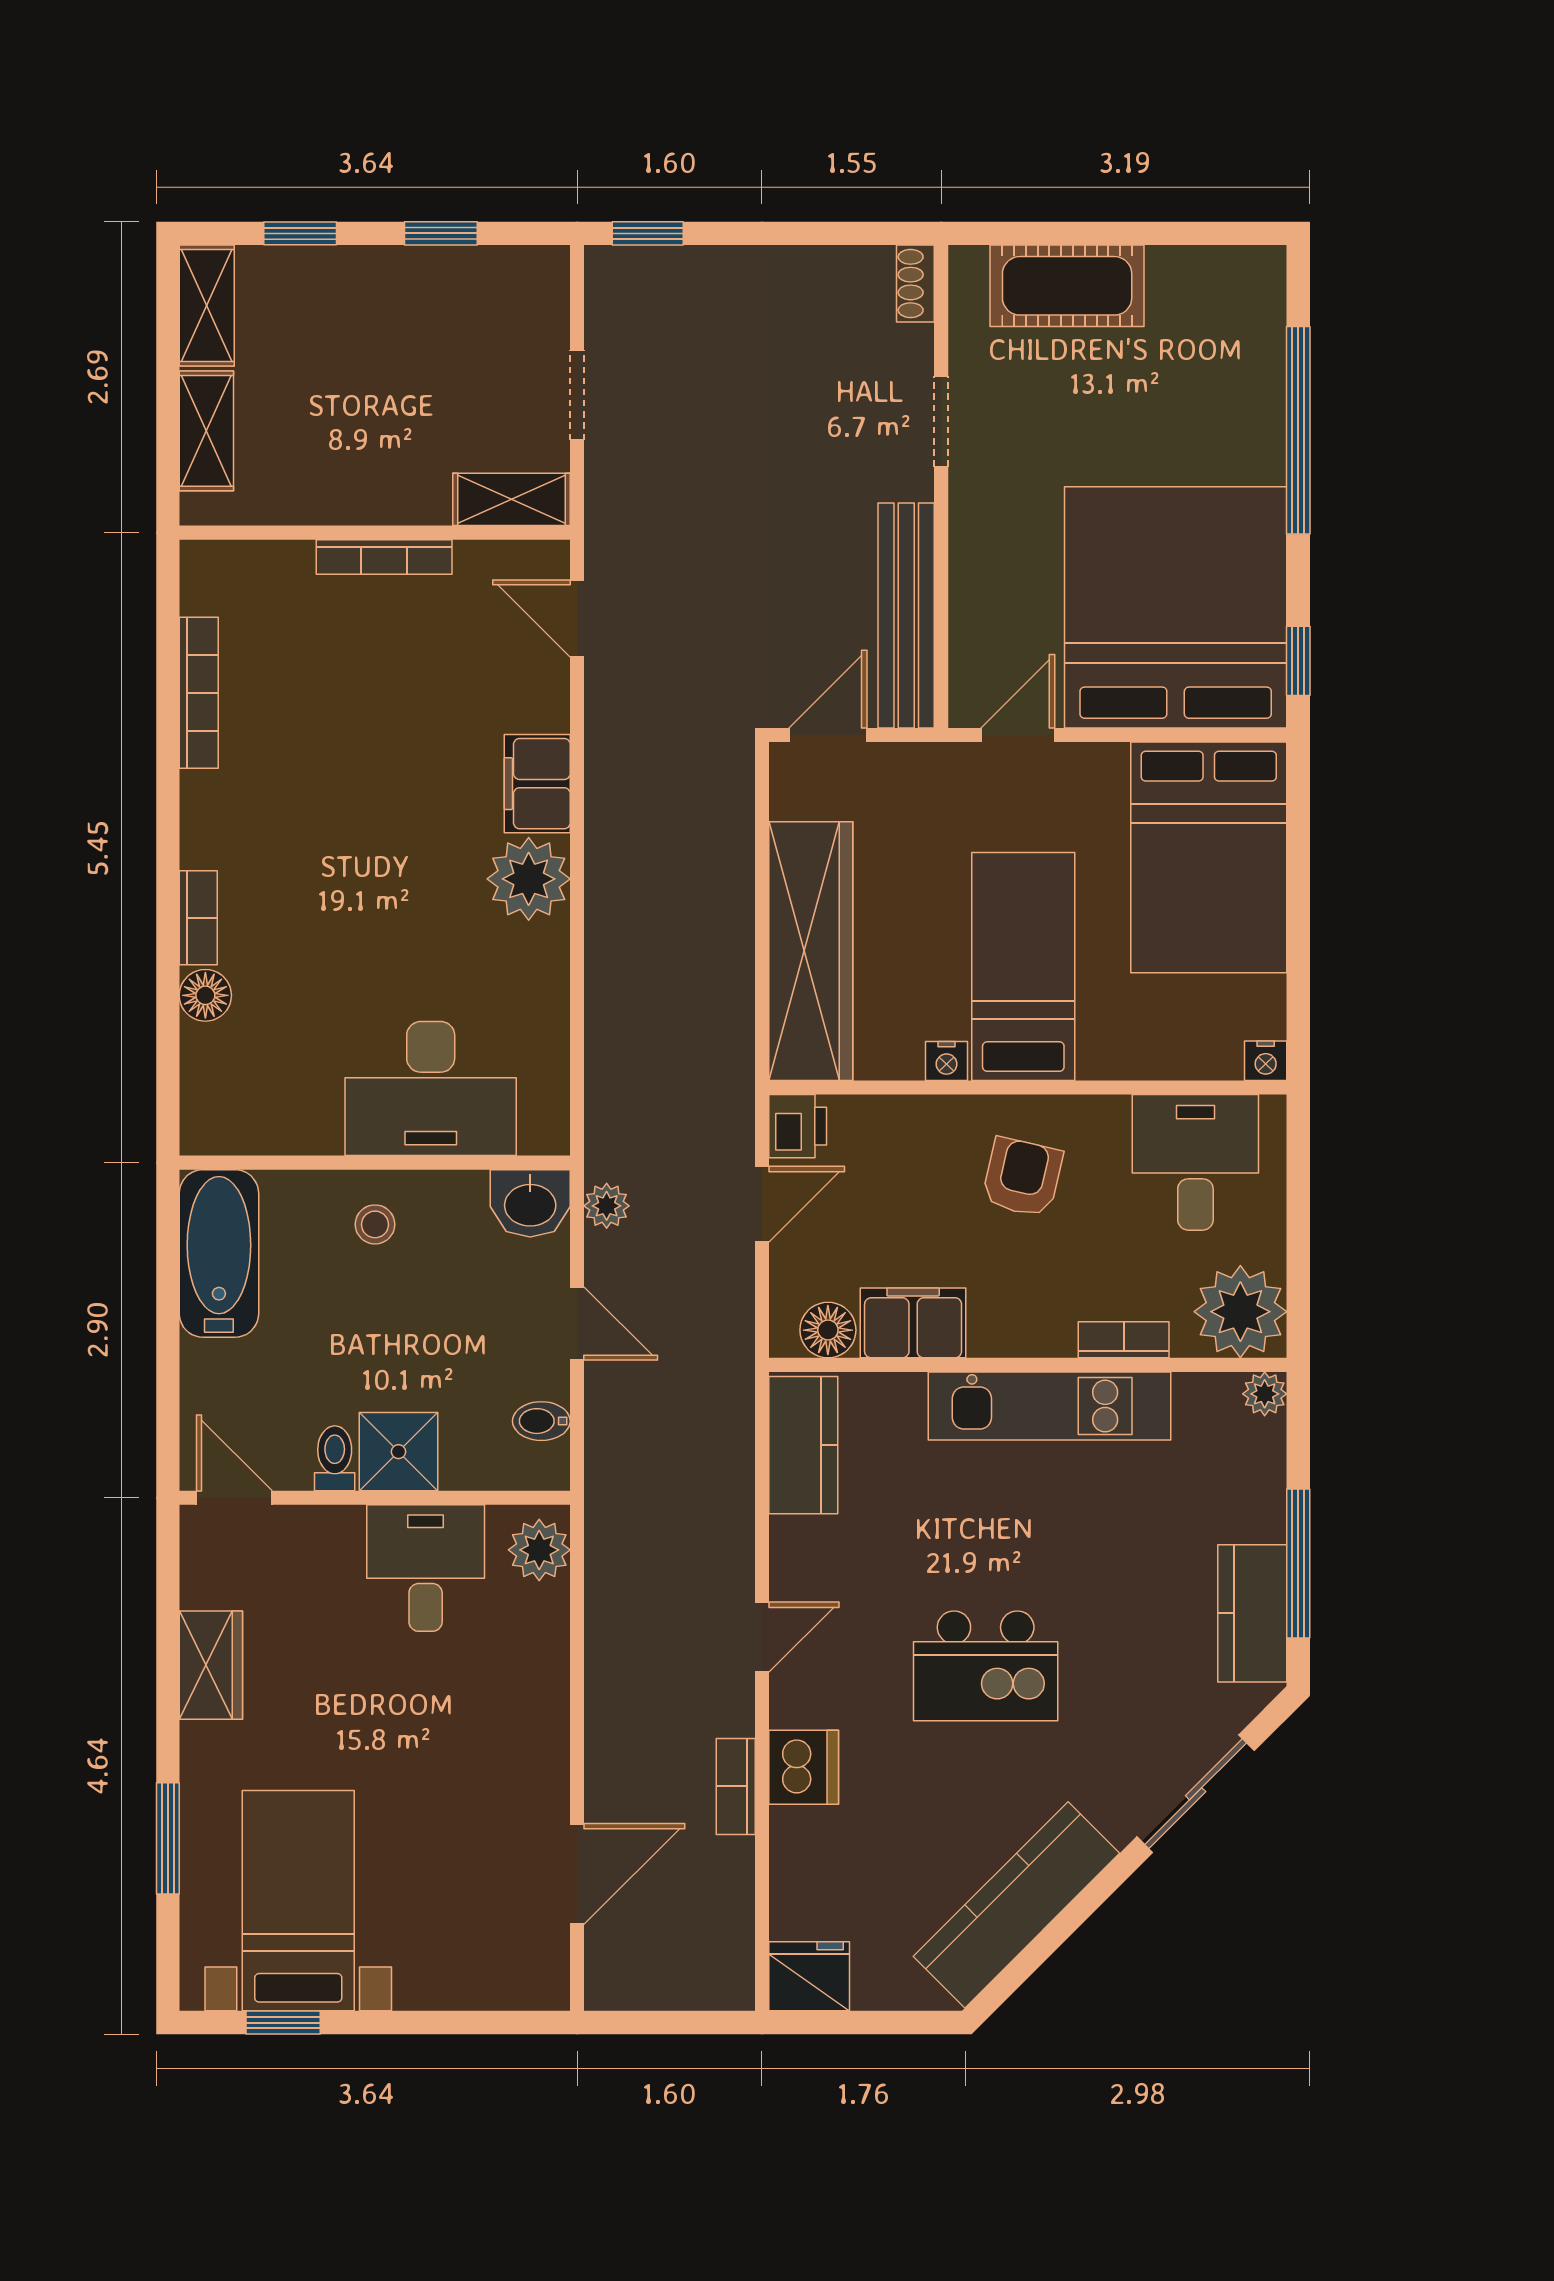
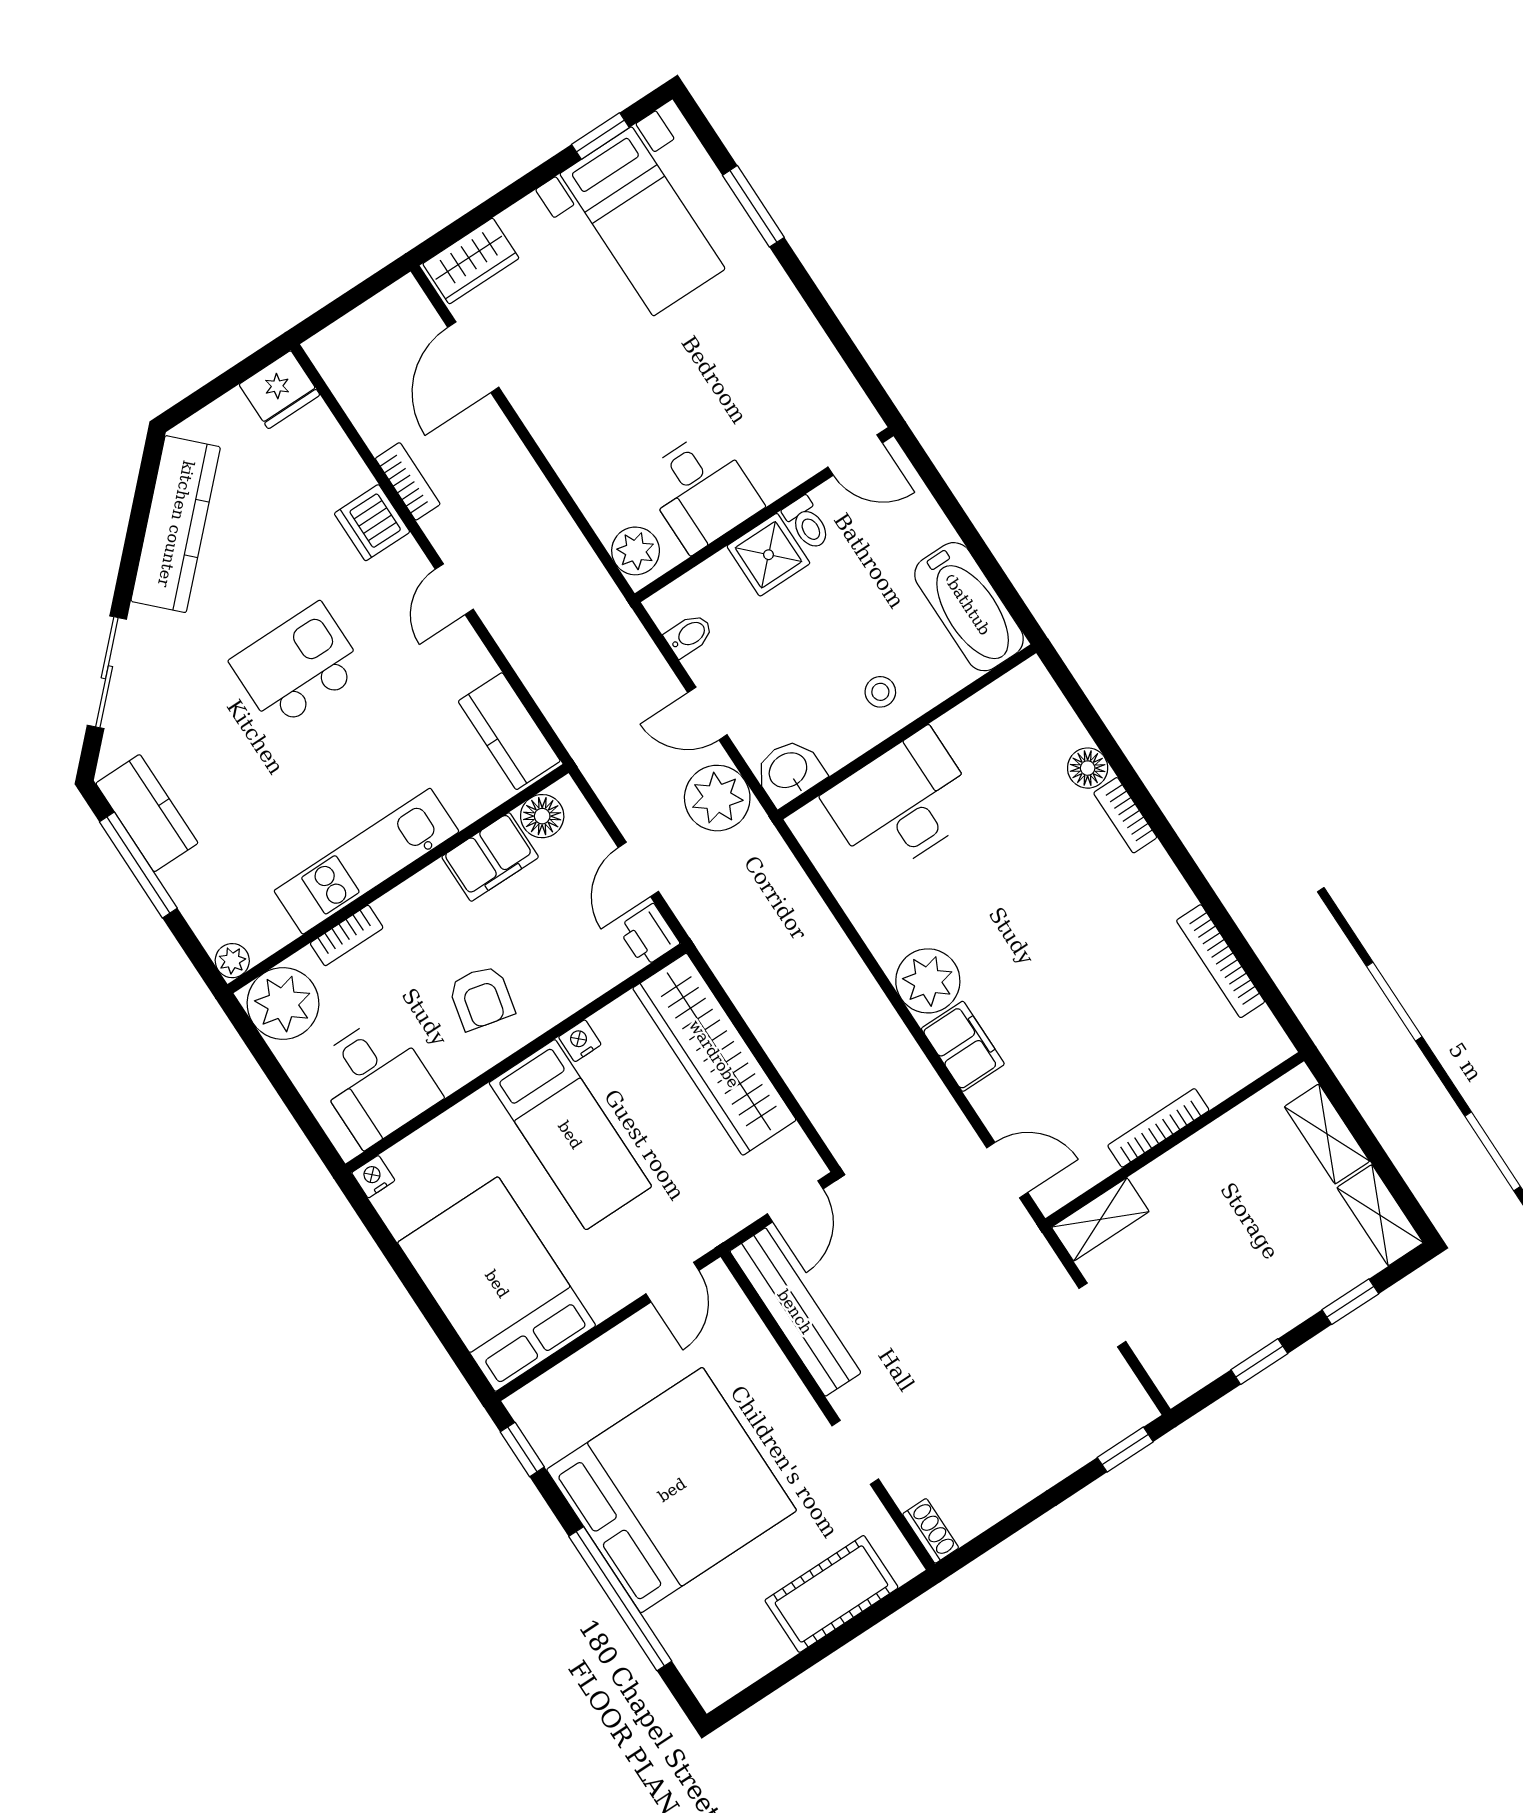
bed: (1176, 607) -> (672, 1490), moved, turned -90
plant: (607, 1206) -> (717, 798), width x1.88, depth x1.88
wardrobe: (211, 1665) -> (471, 261), moved, turned -90

